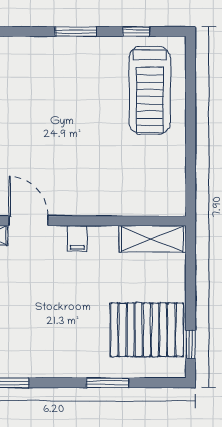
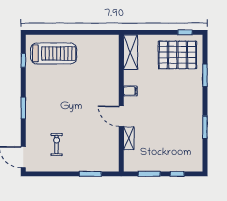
window: (76, 32) -> (23, 108), moved
door: (28, 221) -> (121, 116), hinge flipped
pallet: (147, 330) -> (177, 55), turned 90

